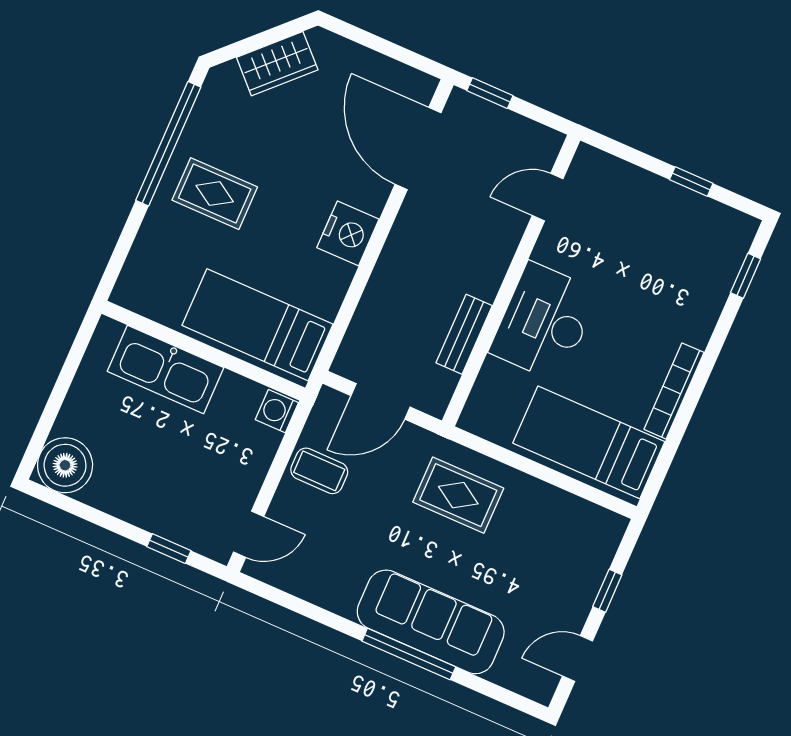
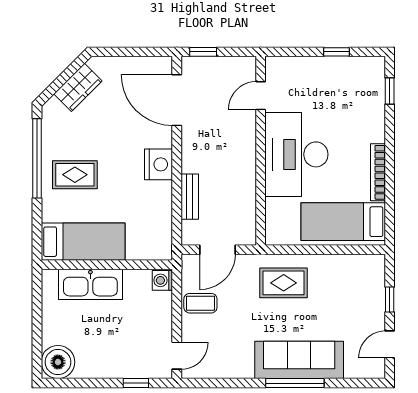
desk: (544, 322) -> (296, 154), width x1.36, depth x1.30
bed: (258, 325) -> (83, 242), moved, turned 180
bench: (464, 334) -> (190, 197), moved

